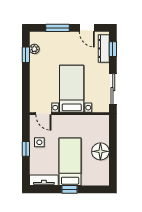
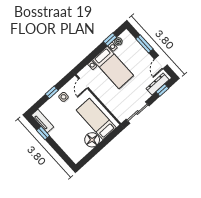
bed with nightstands: (72, 89) -> (113, 67), moved, turned 90
bed: (70, 162) -> (96, 119), moved, turned -90
window: (70, 189) -> (43, 133), moved

